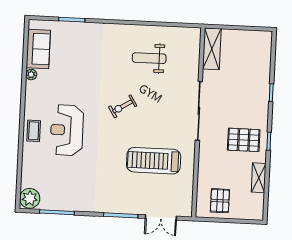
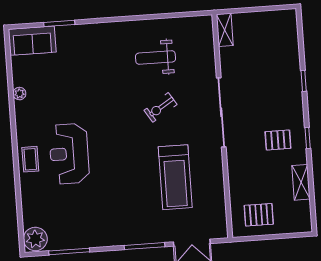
sofa: (38, 49) -> (32, 41), moved, turned 90
shelving: (212, 49) -> (225, 30), width x0.67, depth x0.75
exercise bike: (123, 106) -> (161, 107), moved
pallet: (244, 140) -> (278, 140), width x0.67, depth x0.71
treadmill: (154, 161) -> (175, 177), turned -90
pallet: (220, 201) -> (259, 215), turned 90

